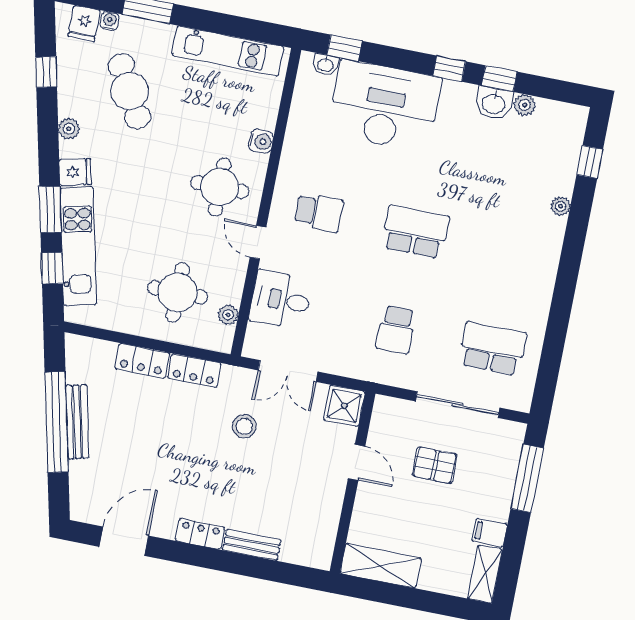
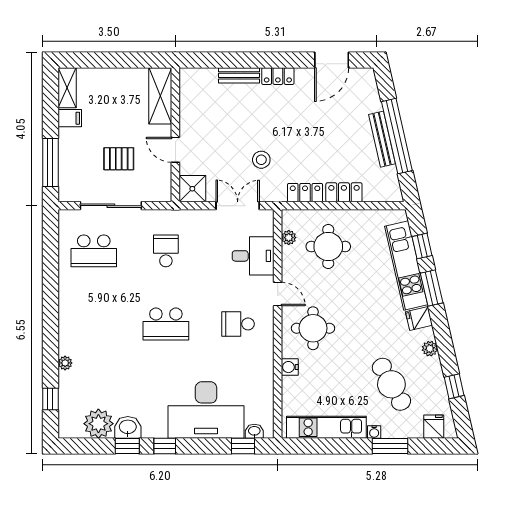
water cooler: (110, 21) -> (374, 432), moved
plant: (525, 105) -> (98, 424), width x1.87, depth x1.87
shelving: (381, 566) -> (160, 96), moved, turned 90

